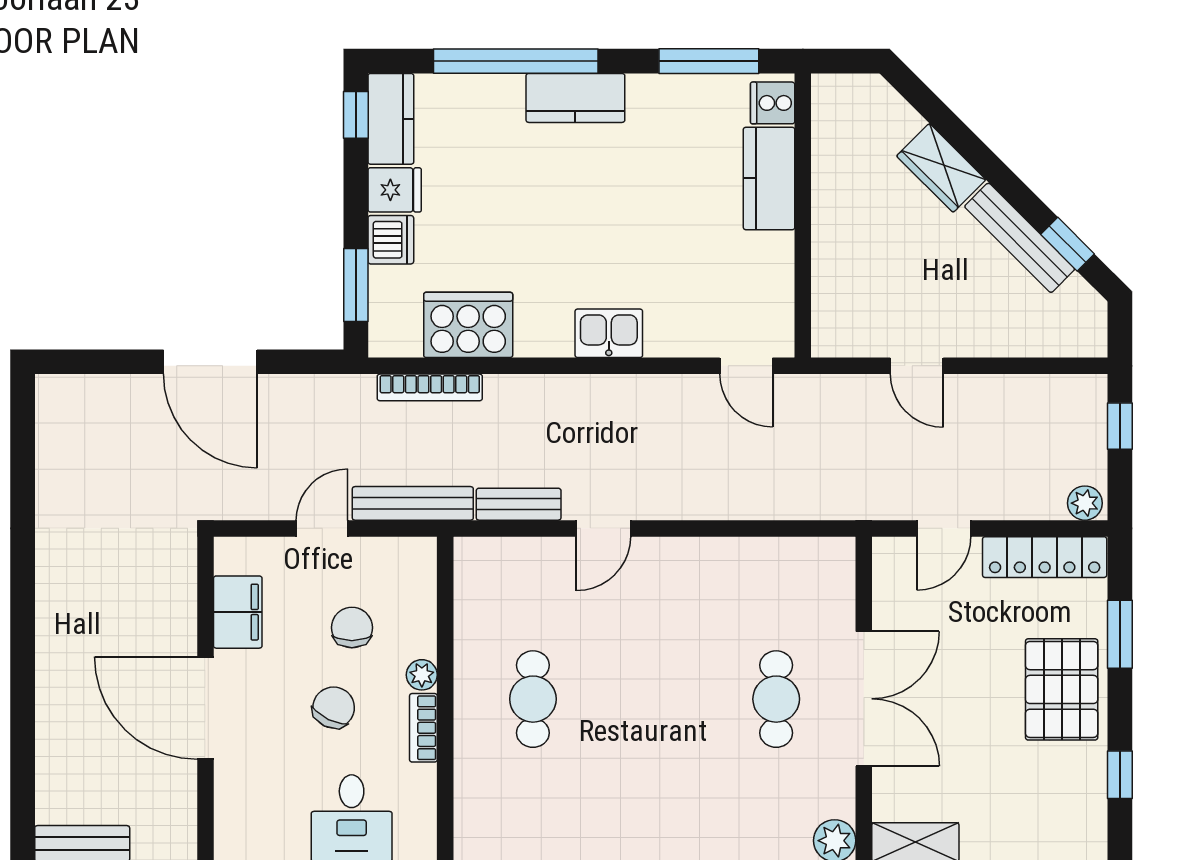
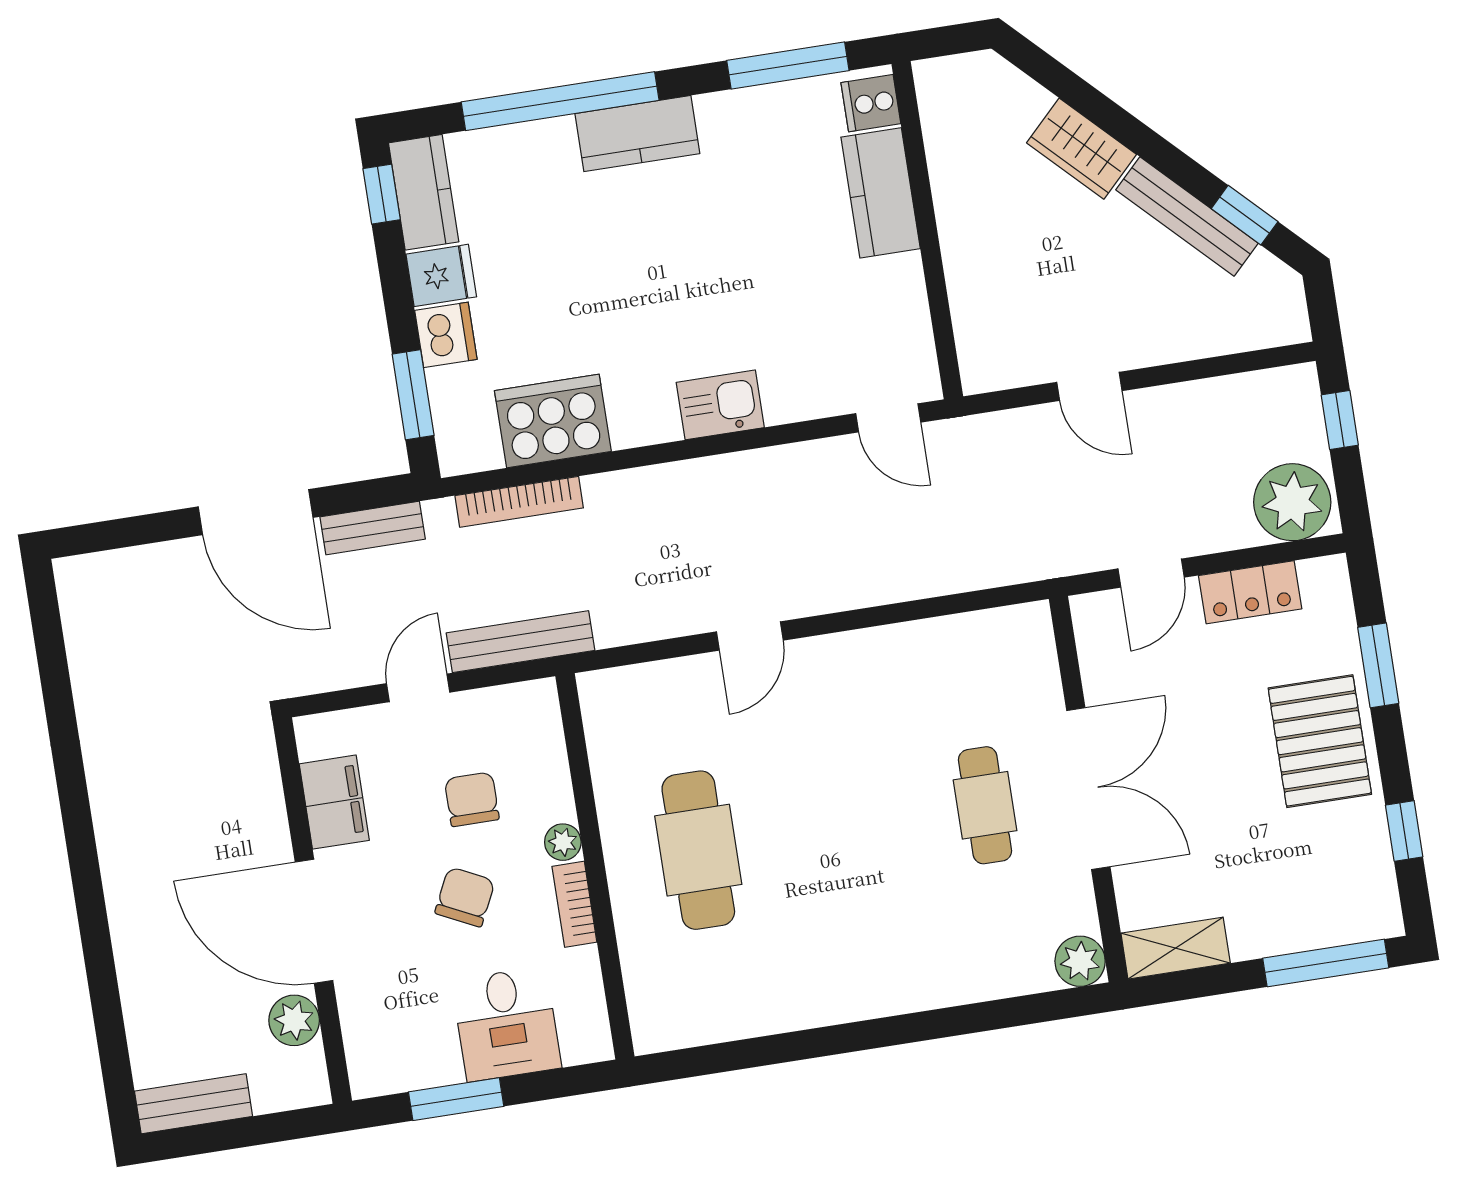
plant: (1085, 503) -> (1292, 502), width x1.87, depth x1.87
bench: (519, 504) -> (373, 528), moved
locker: (1045, 557) -> (1250, 592), width x0.66
cafe table: (533, 699) -> (698, 850), width x1.37, depth x1.35
plant: (176, 788) -> (294, 1020), added

